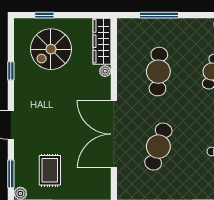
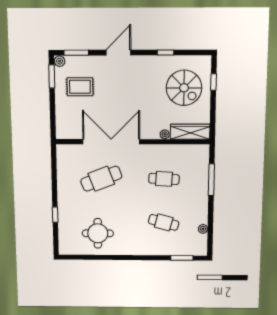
spiral stairs: (51, 49) -> (184, 88), turned 180
cafe table: (158, 72) -> (164, 179), width x0.73, depth x0.74
cafe table: (158, 147) -> (101, 179), turned -39

